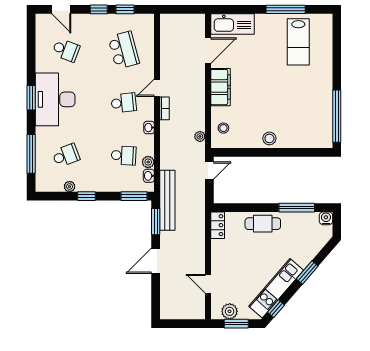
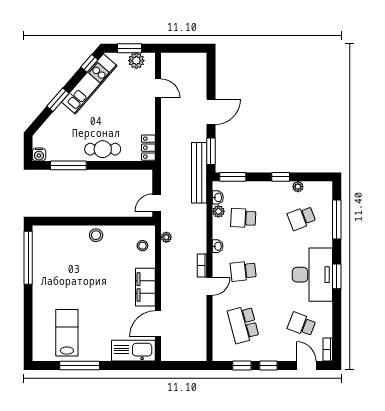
bookcase: (40, 25) -> (328, 350), added

